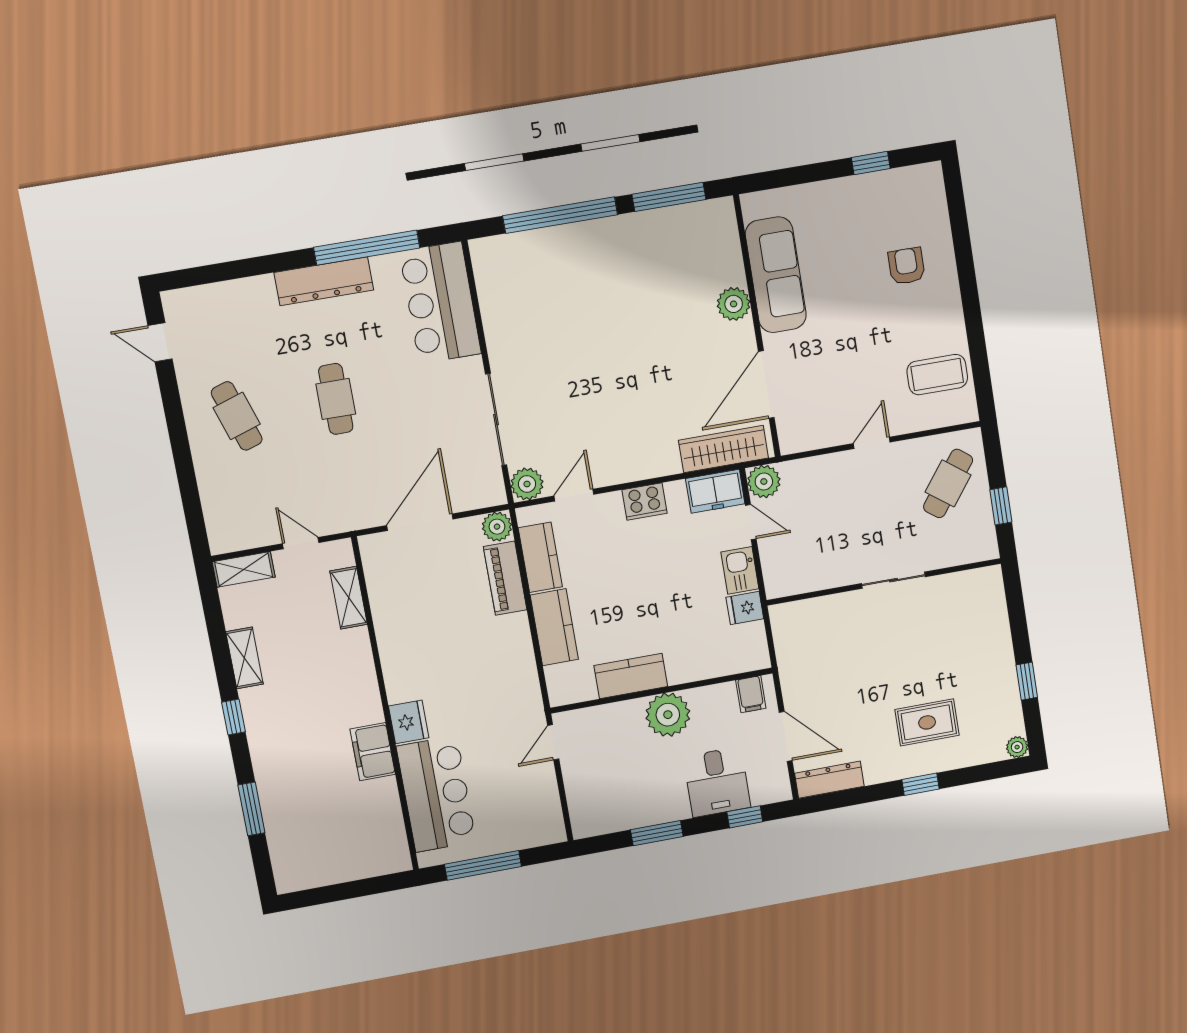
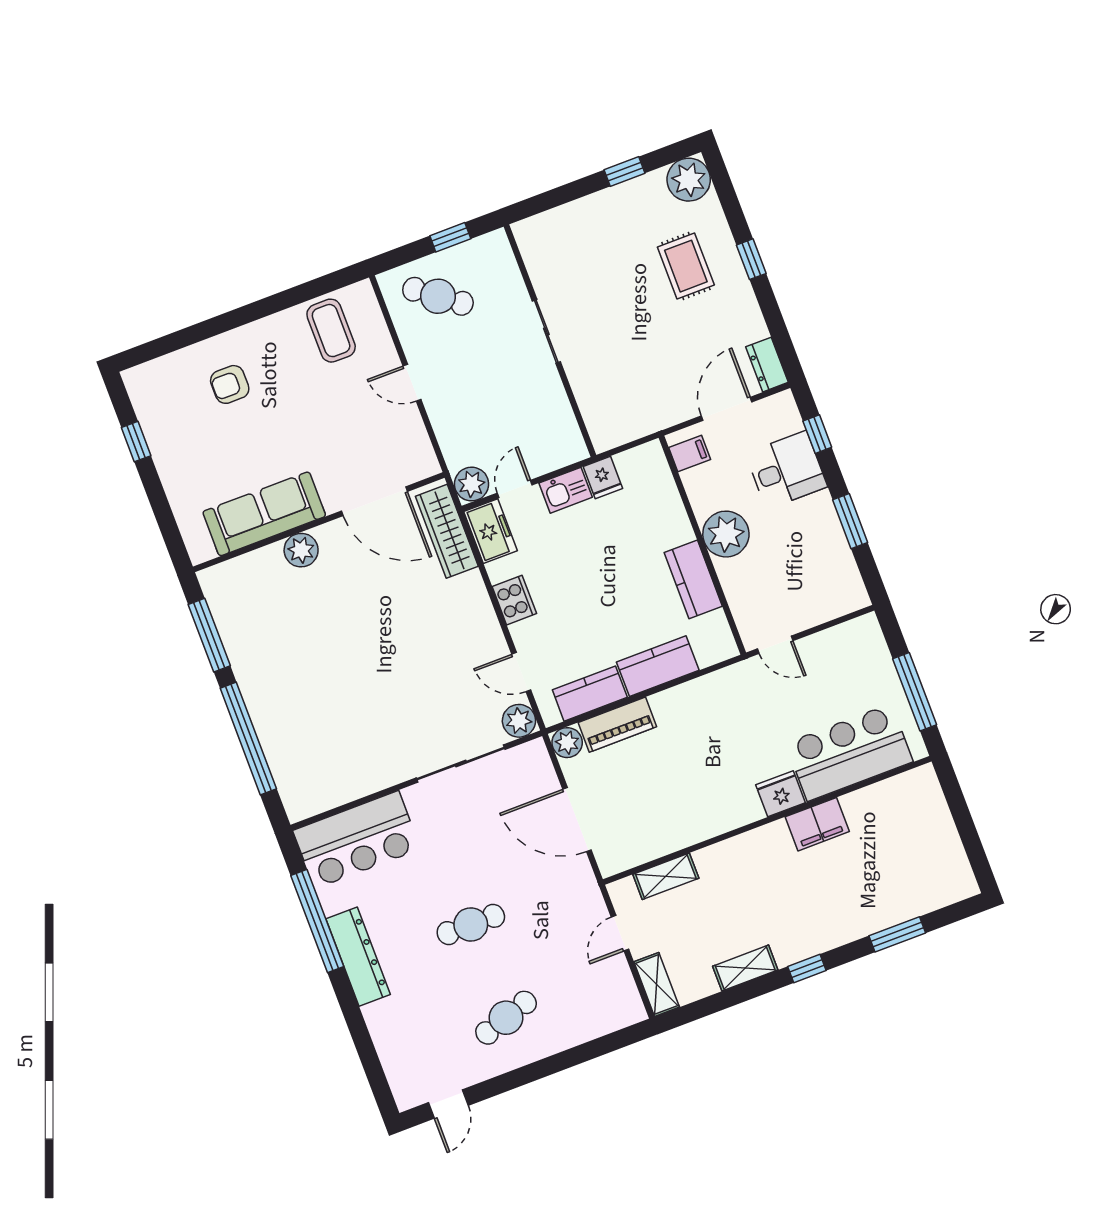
plant: (1017, 747) -> (689, 180), width x1.88, depth x1.88
dresser: (829, 780) -> (767, 365), width x0.70

